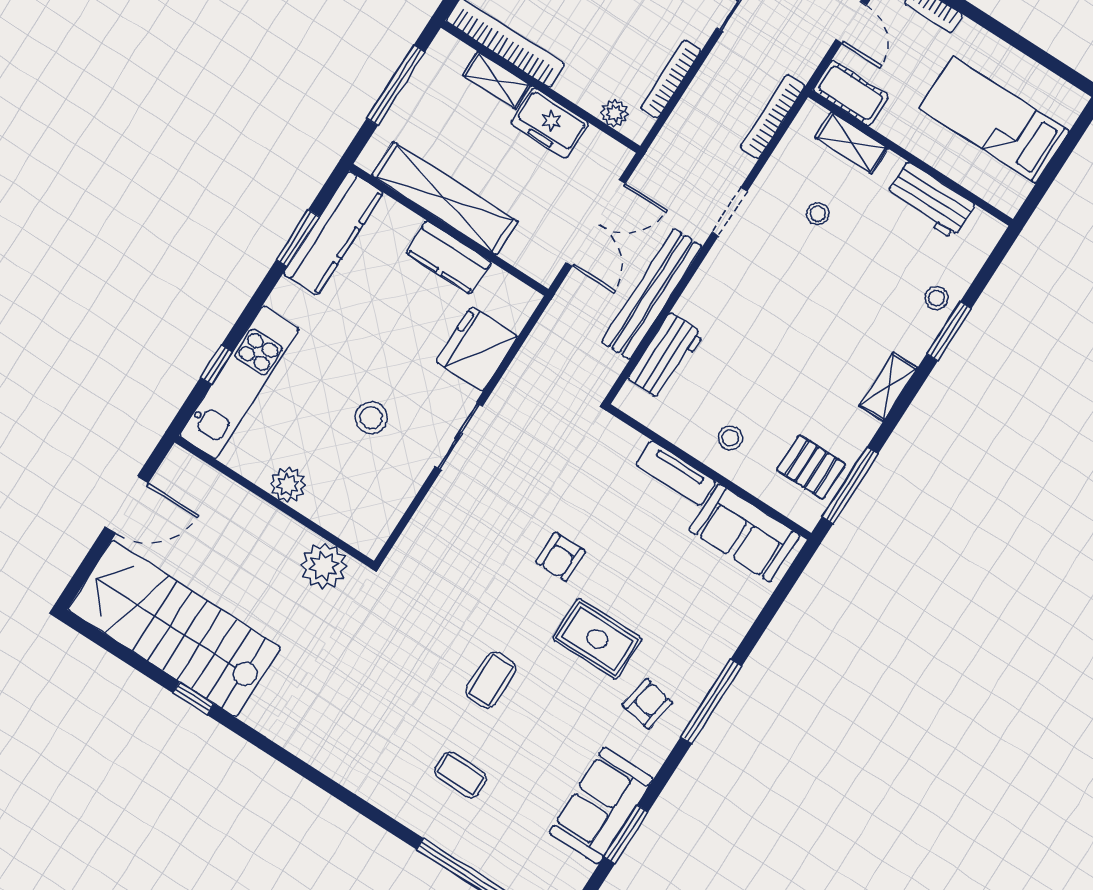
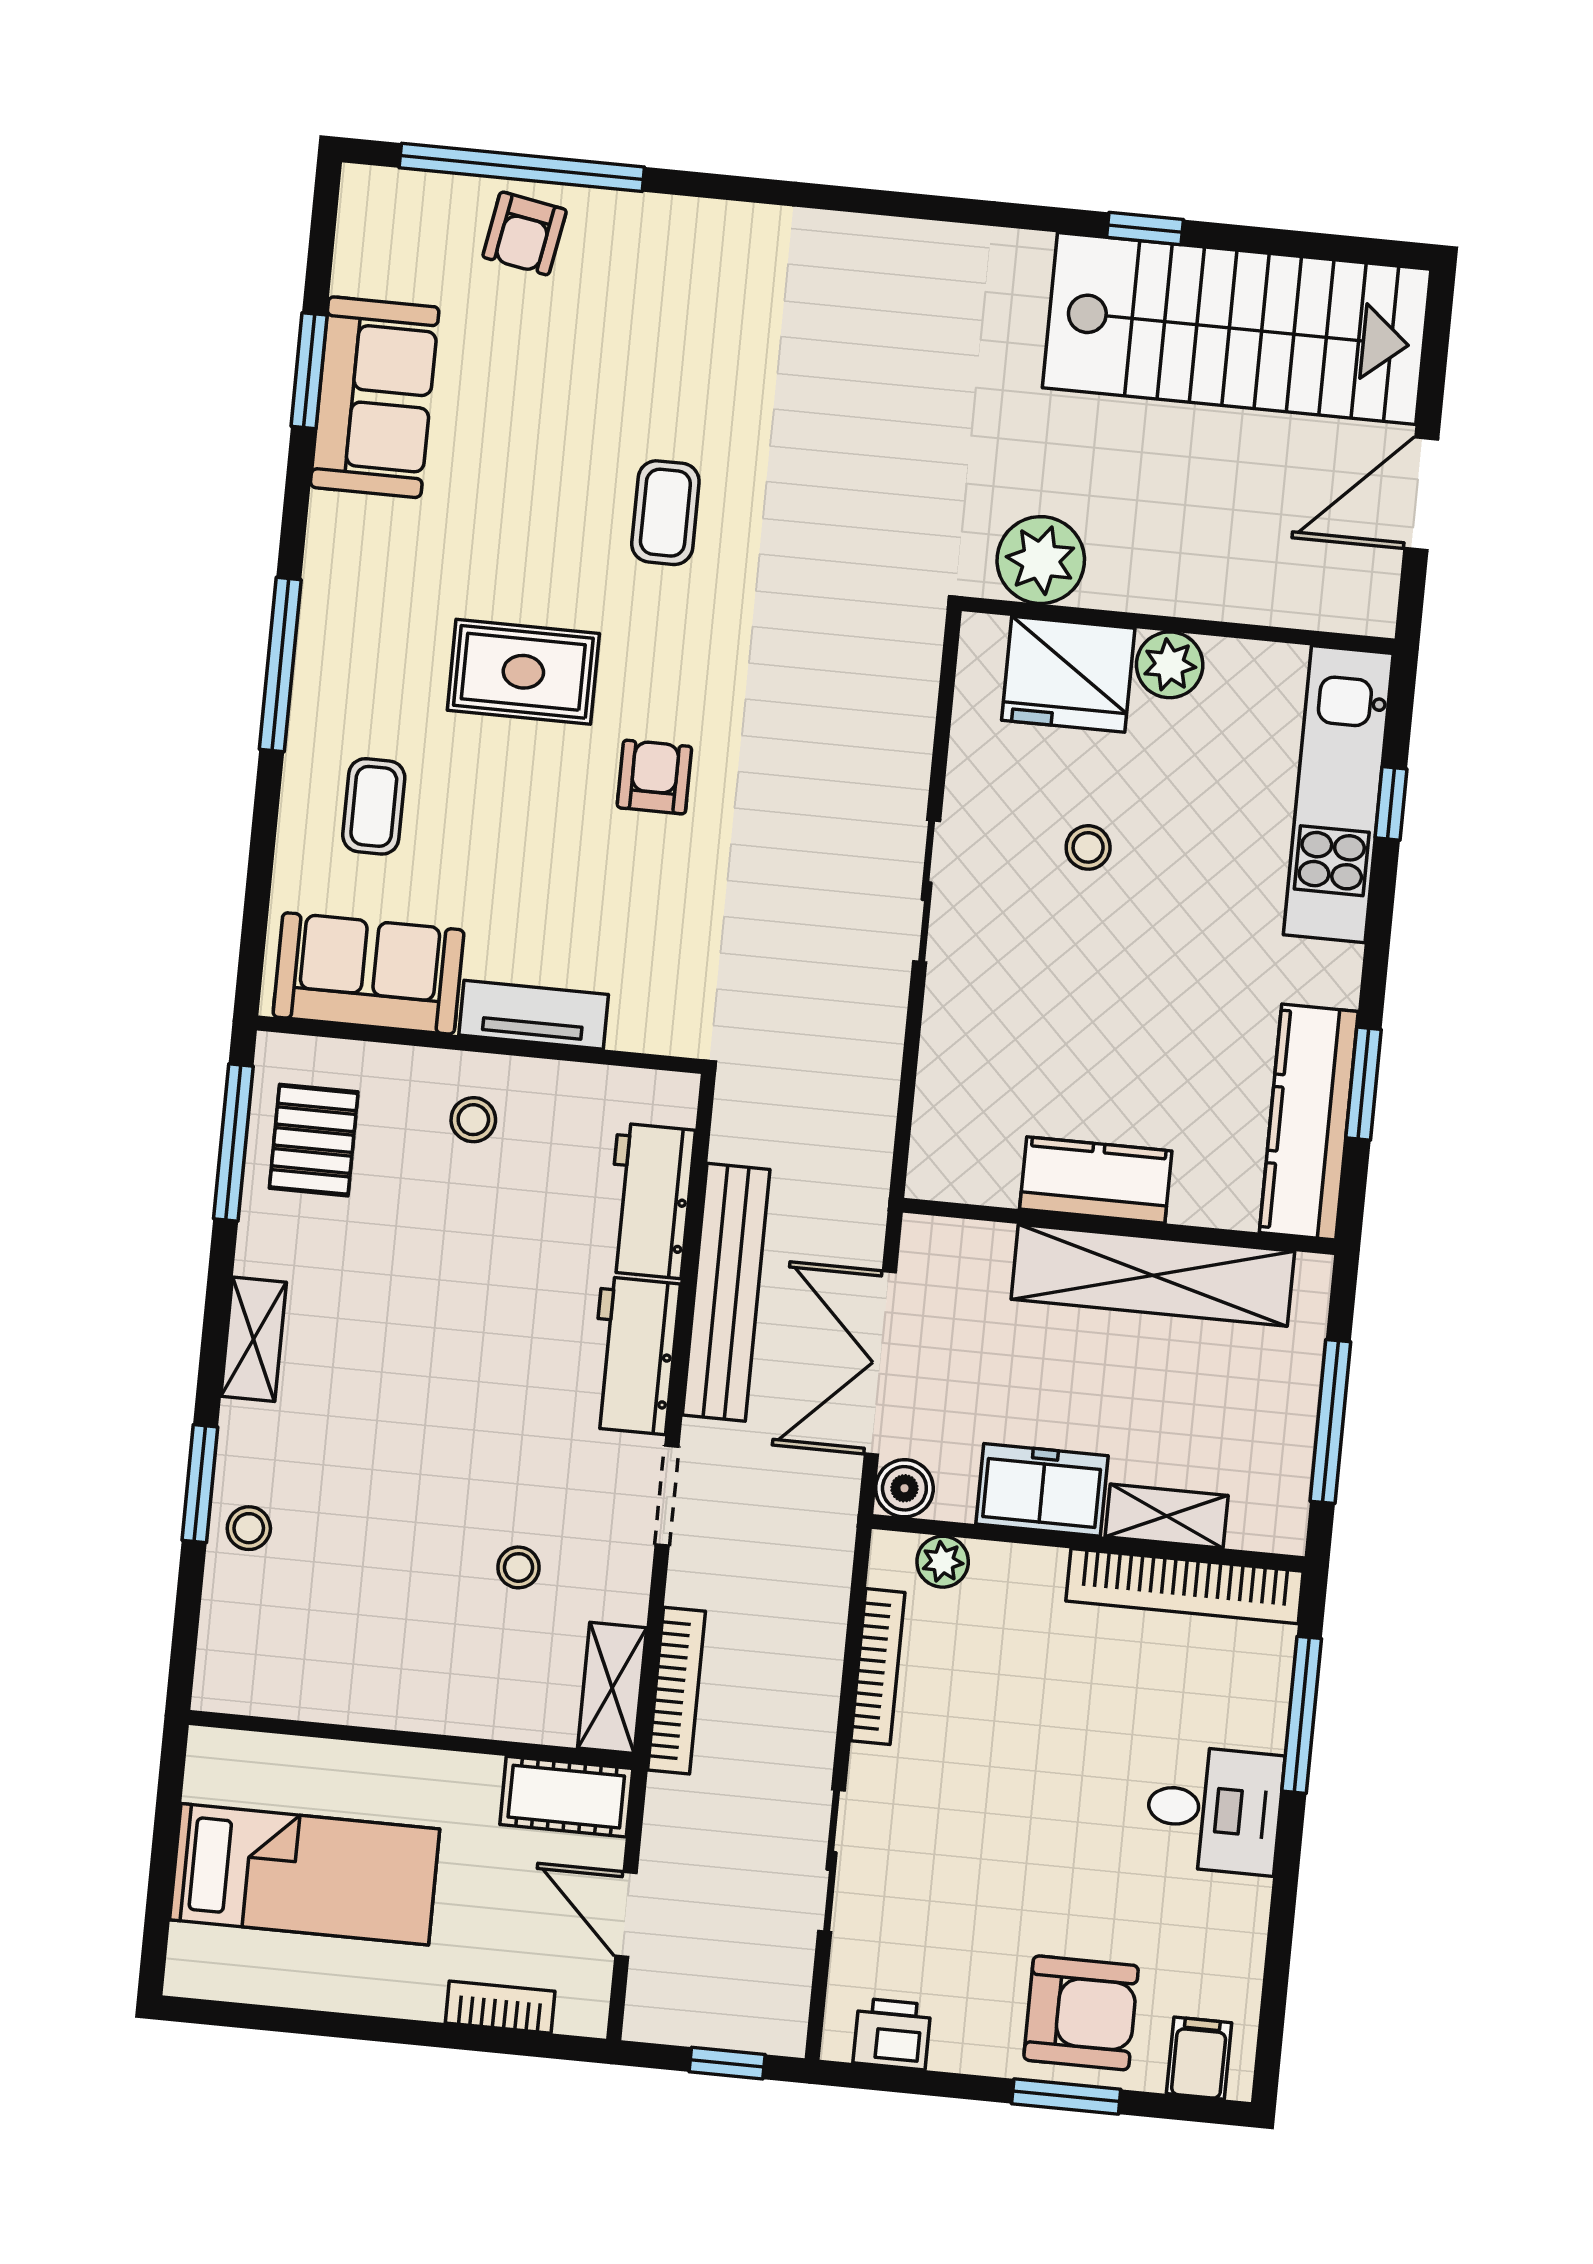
shelving: (851, 143) -> (612, 1688), moved, turned 90
boiler: (615, 157) -> (904, 1488), added
workbench: (930, 200) -> (634, 1356), moved, turned -90
fridge: (477, 349) -> (1068, 674), moved, turned 90
stool: (371, 418) -> (1088, 847), width x0.73, depth x0.73
pallet: (811, 467) -> (314, 1140), turned 90
armchair: (647, 704) -> (525, 233), moved
coffee table: (460, 775) -> (374, 806), moved, turned 90

